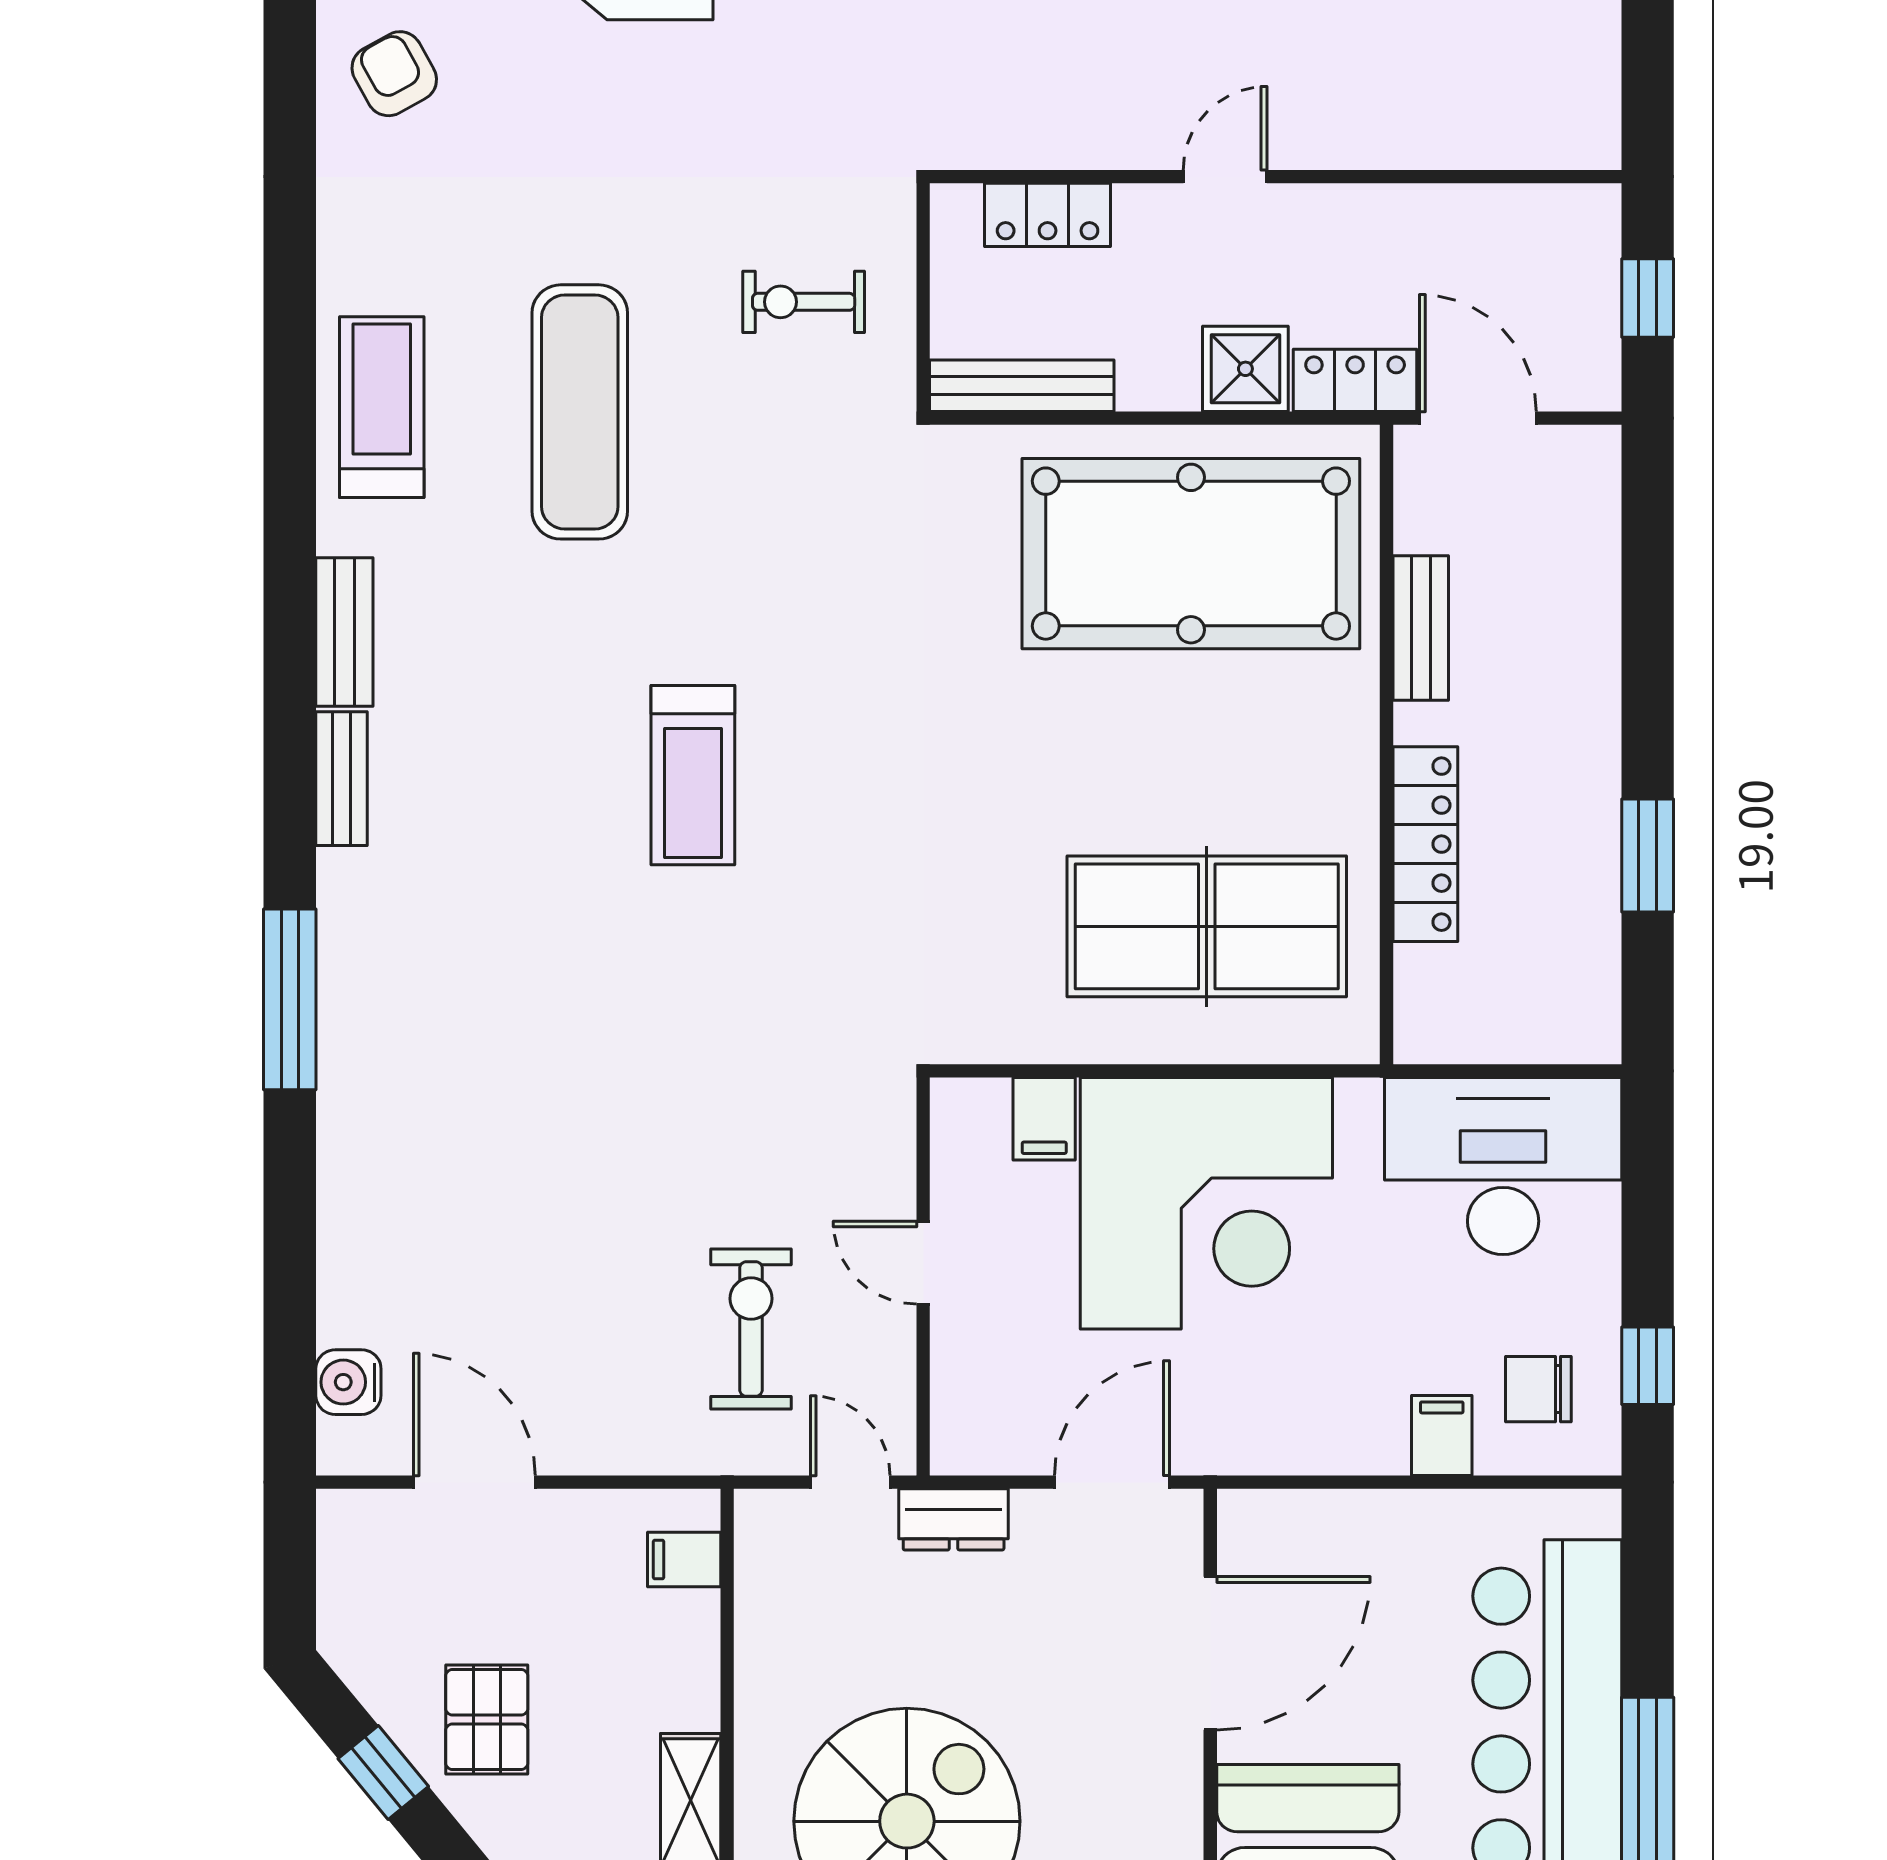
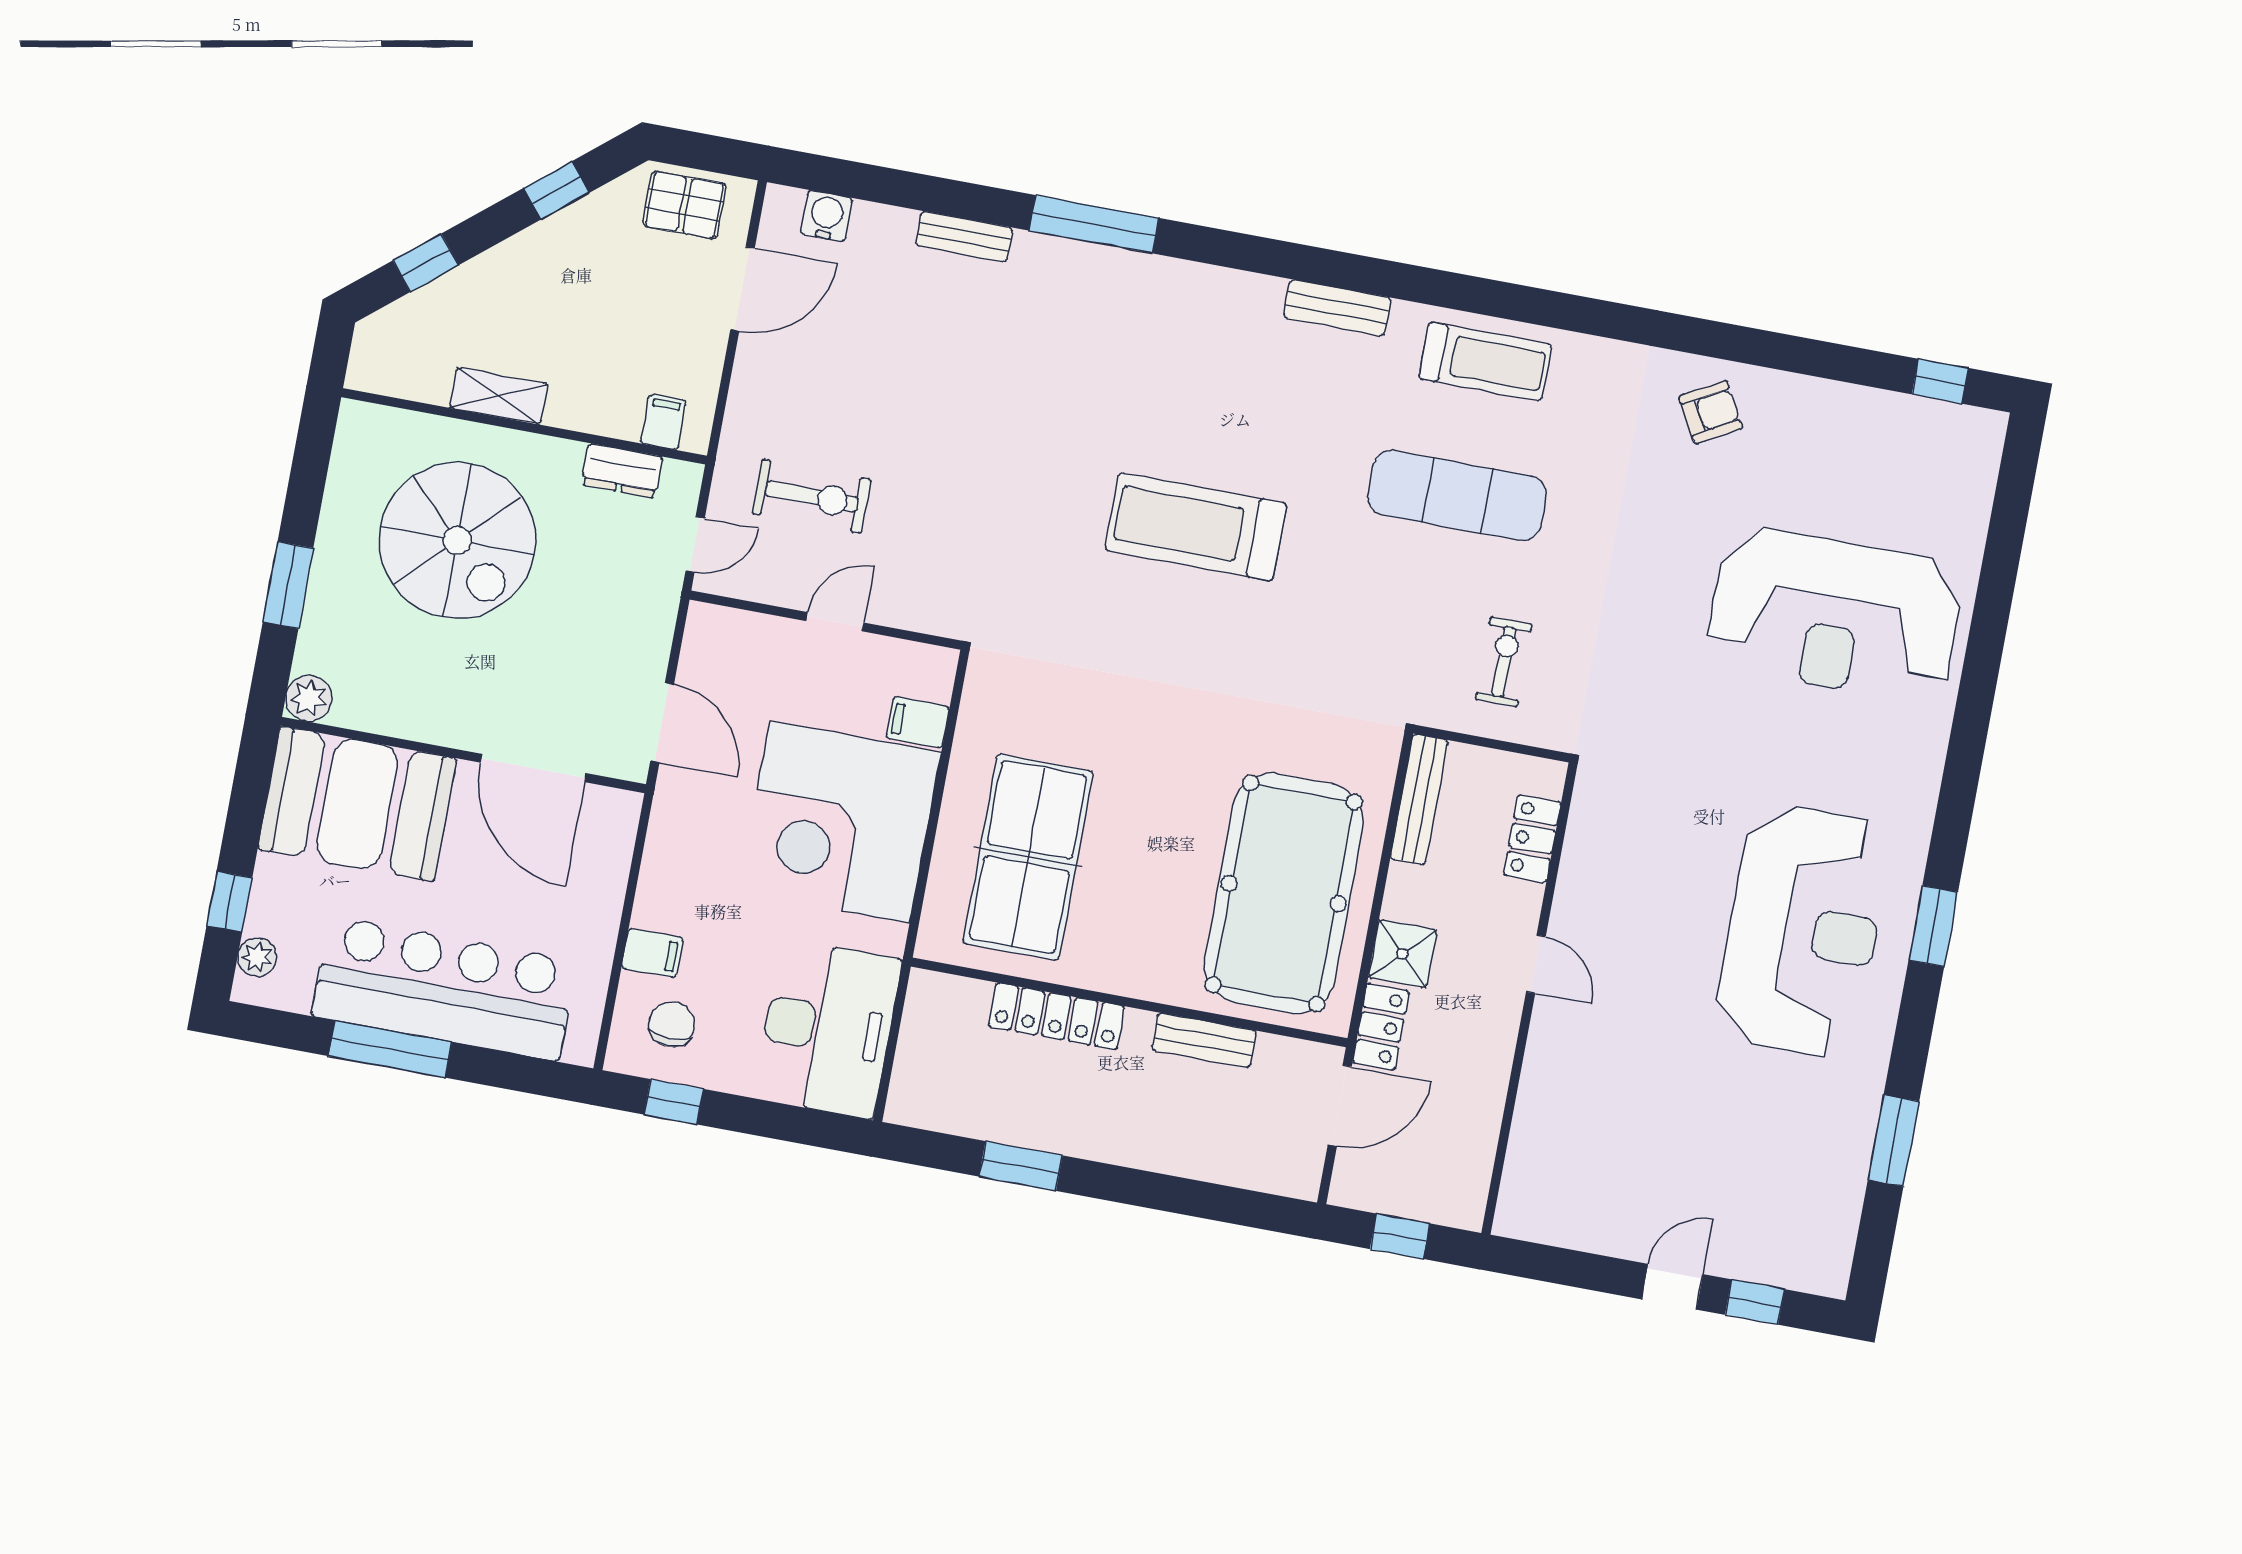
treadmill: (693, 775) -> (1196, 527), width x1.37, depth x1.38
bench: (342, 779) -> (964, 237), moved
dresser: (954, 1519) -> (622, 471), moved, turned -90
pallet: (487, 1720) -> (684, 205), moved

